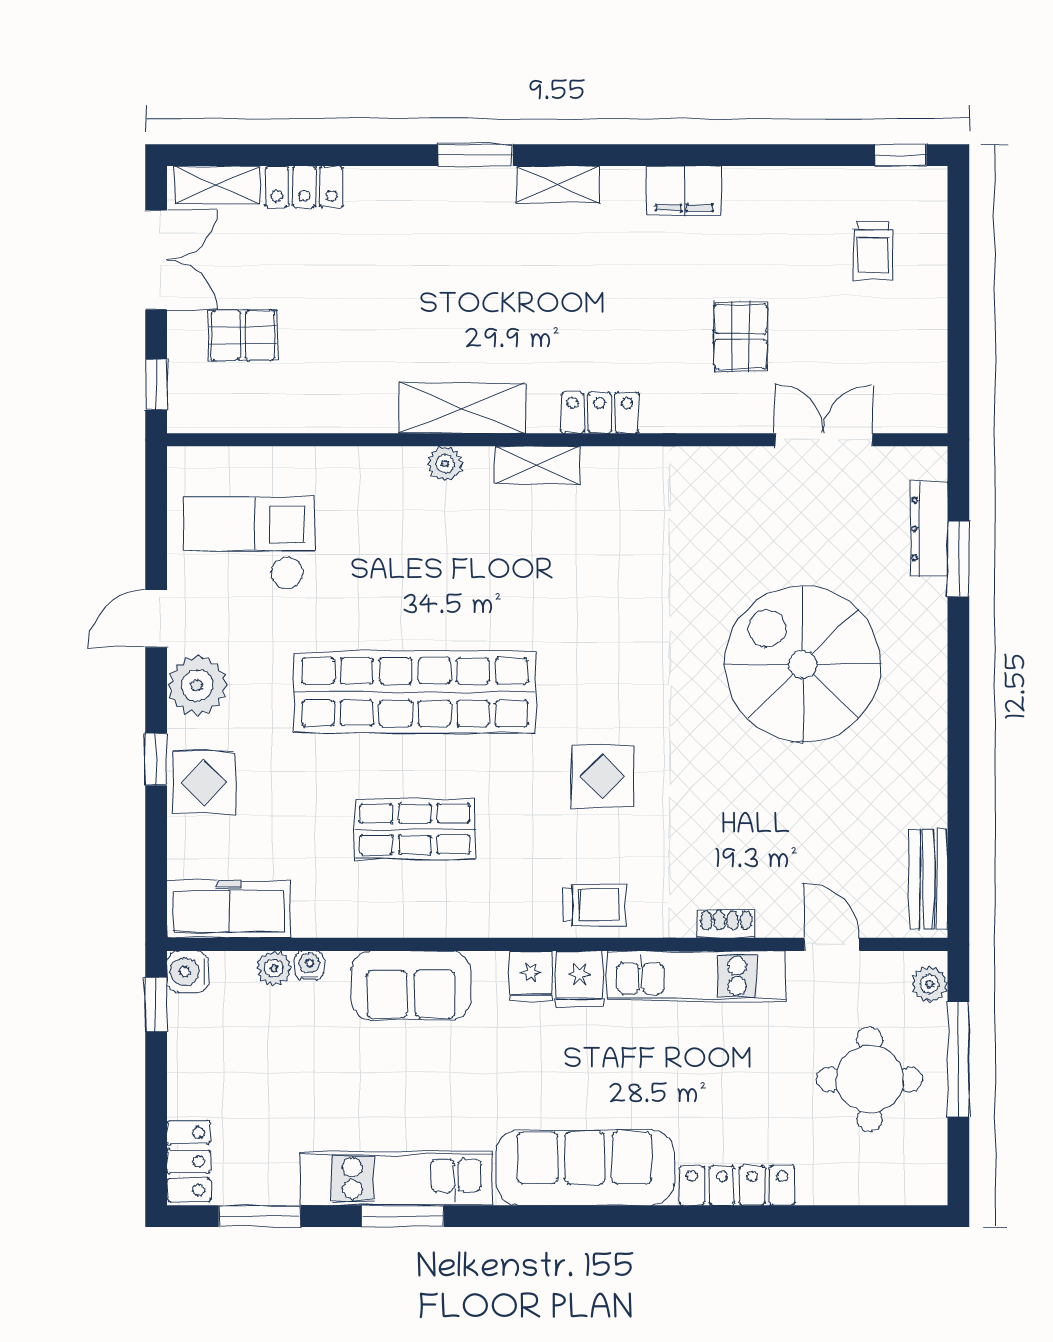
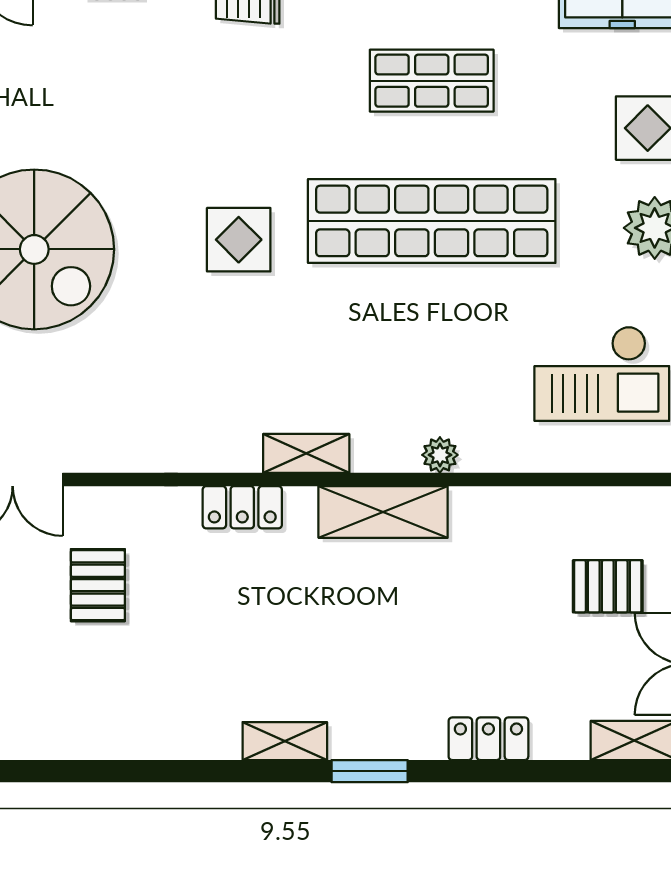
locker: (304, 187) -> (488, 739), moved
filing cabinet: (684, 190) -> (156, 735), removed
plant: (445, 464) -> (440, 455), moved
display table: (603, 776) -> (239, 240), moved

